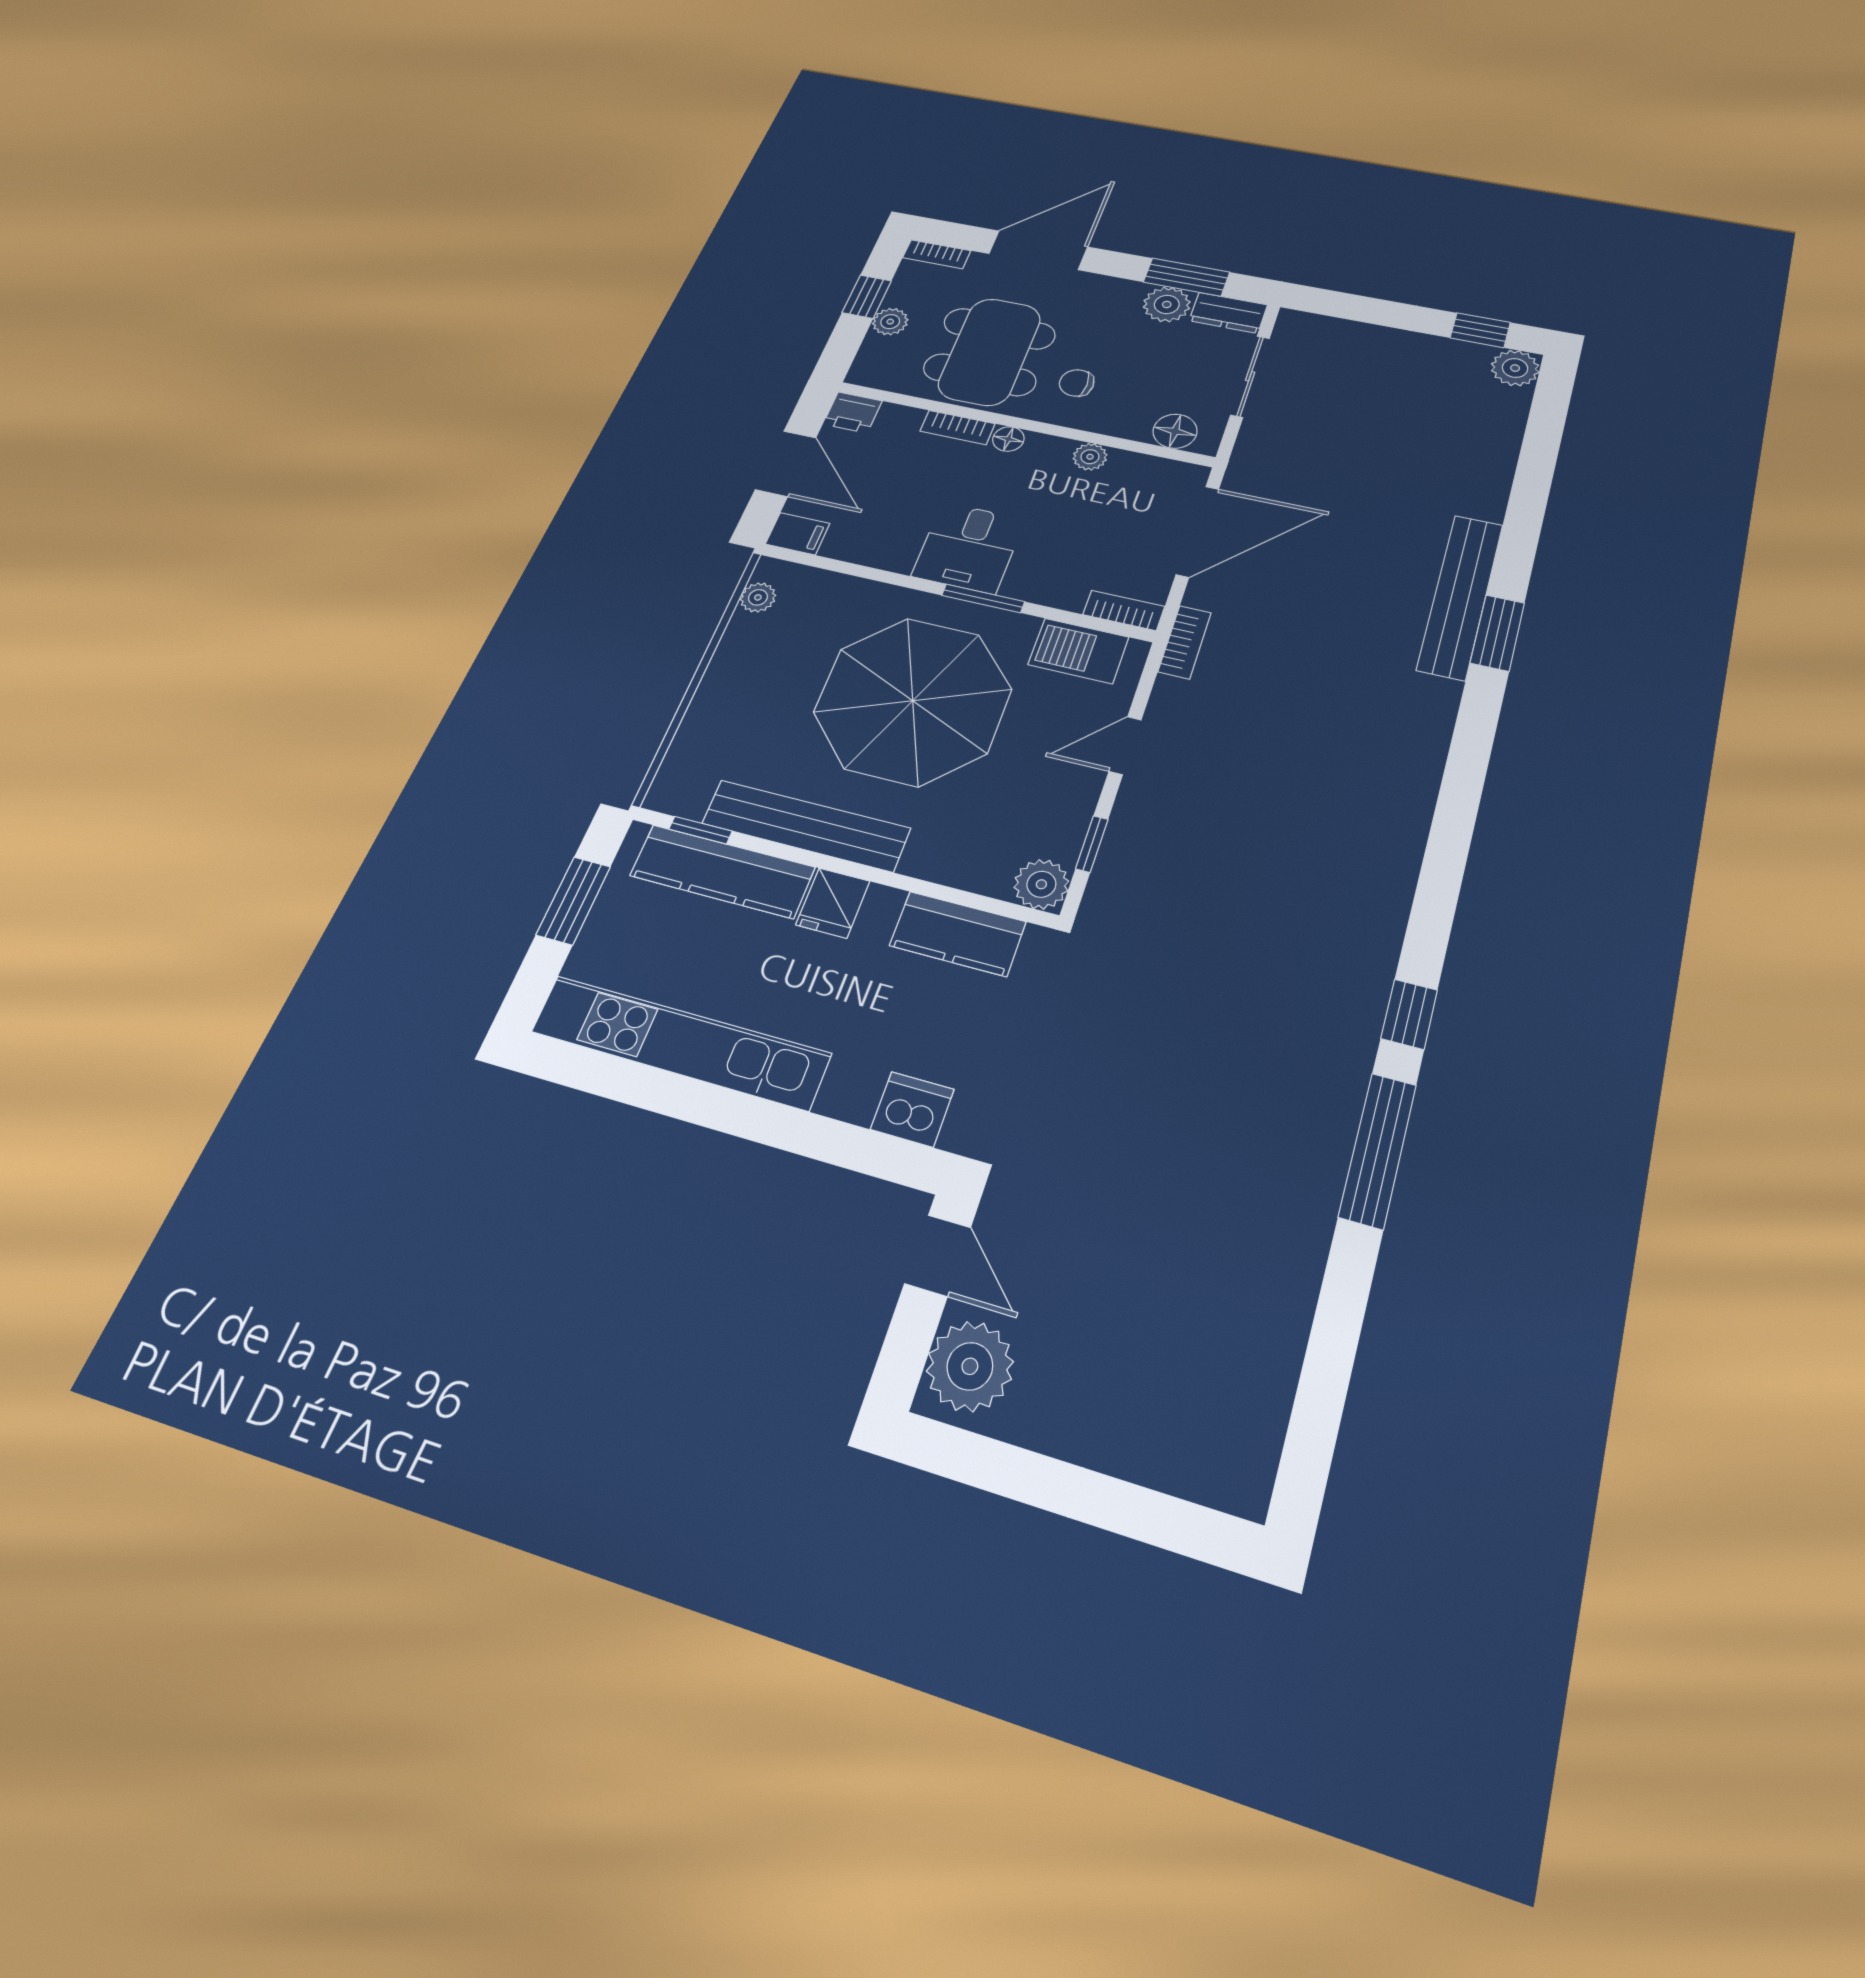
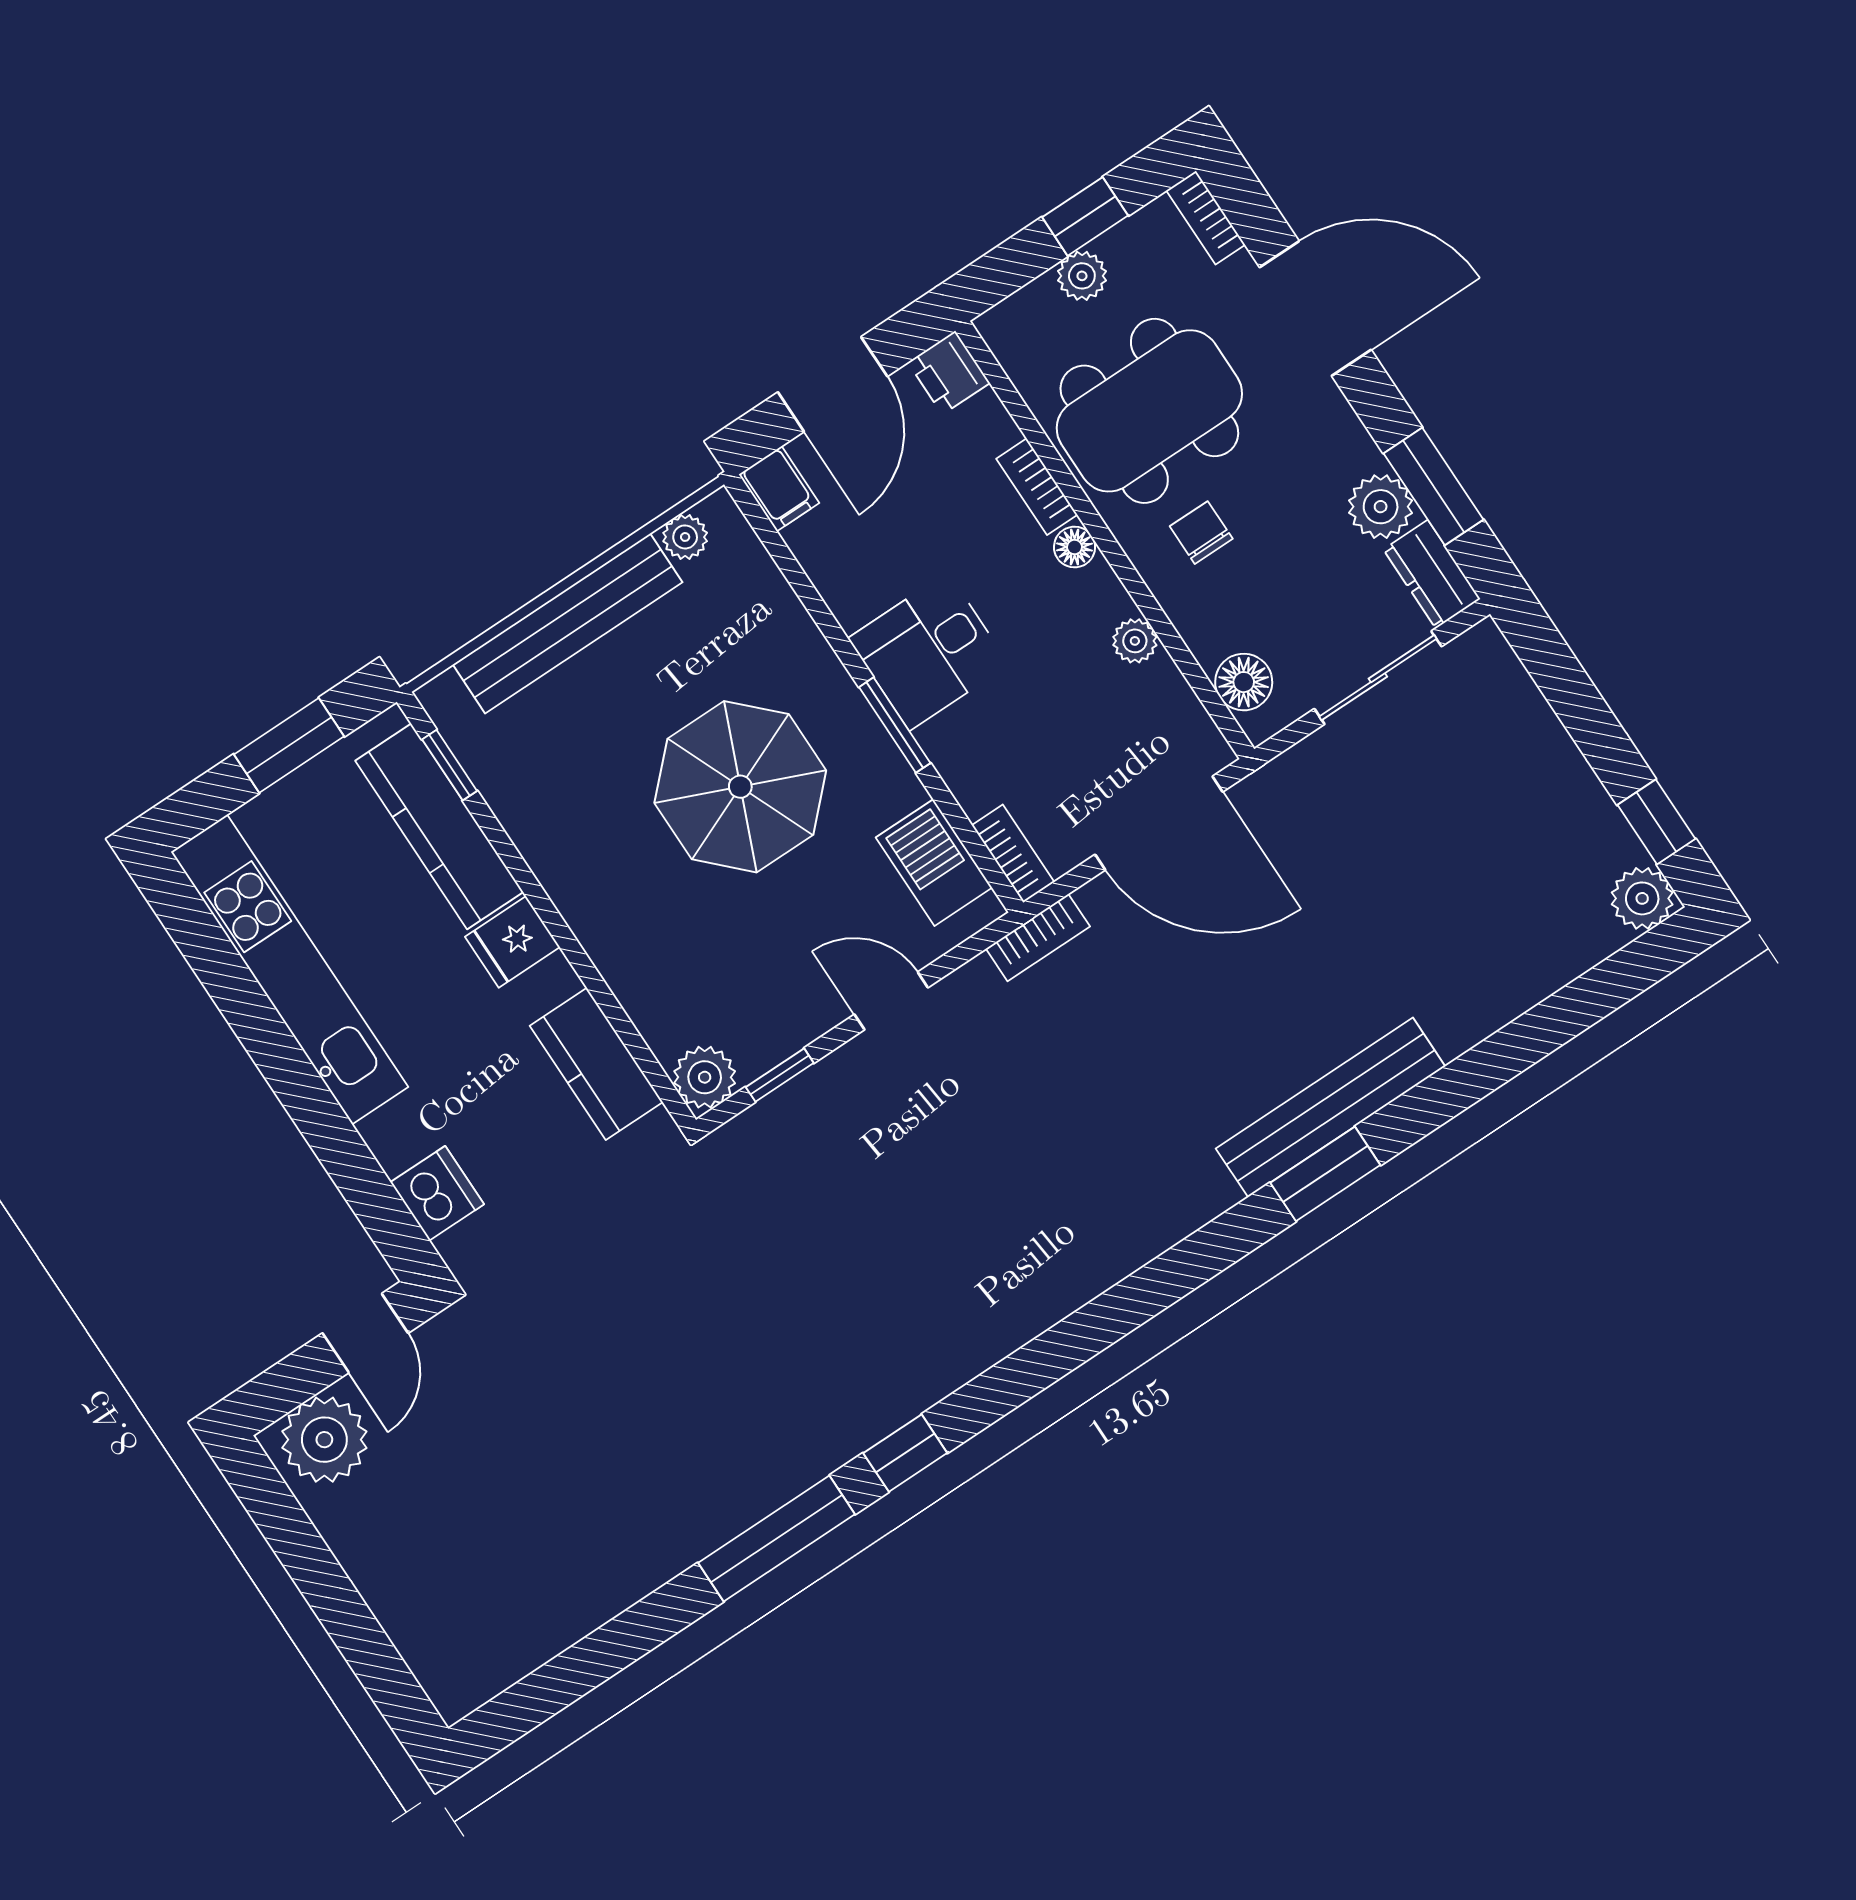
parasol: (913, 701) -> (740, 787), width x0.73, depth x0.73
bench: (806, 826) -> (568, 623), moved, turned 90

